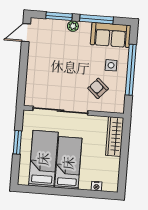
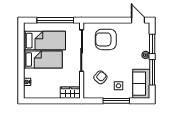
window: (131, 70) -> (116, 101), width x0.68
armchair: (48, 77) -> (106, 39), added
wardrobe: (115, 137) -> (70, 93), width x0.67
window: (17, 142) -> (55, 20), width x2.11

